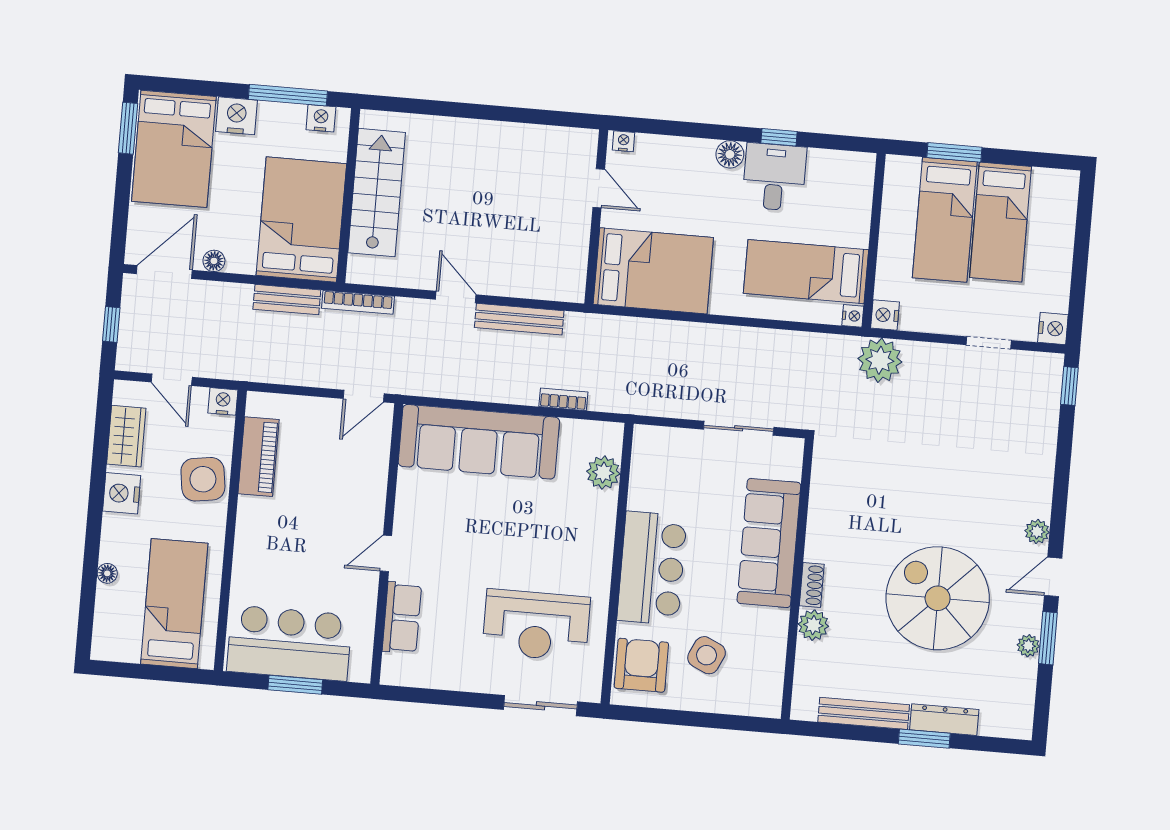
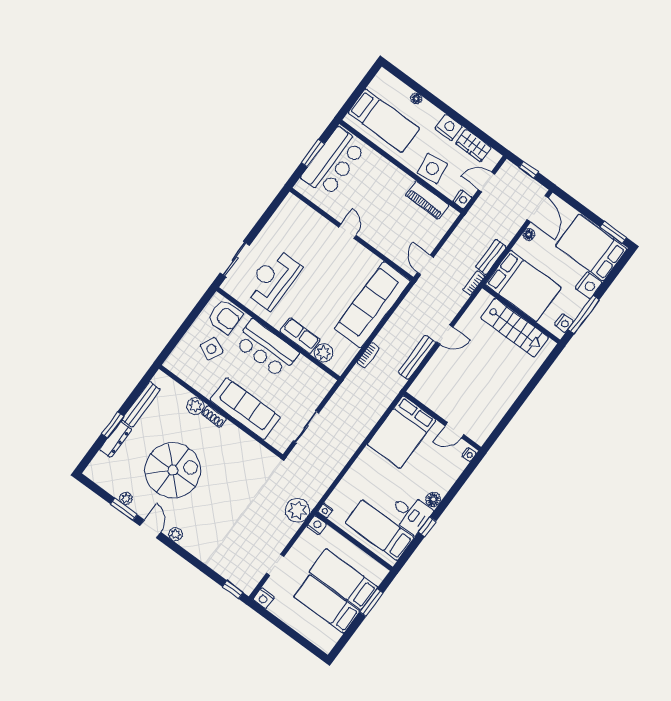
bed: (806, 272) -> (380, 530), moved, turned -90
bookcase: (358, 302) -> (474, 283), width x0.64
row of seats: (402, 618) -> (300, 336), moved, turned 180

